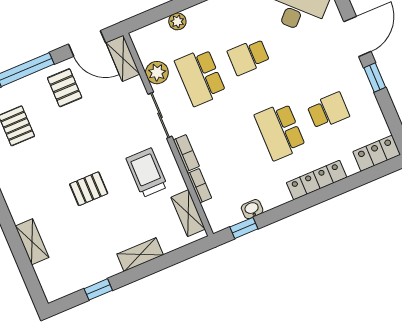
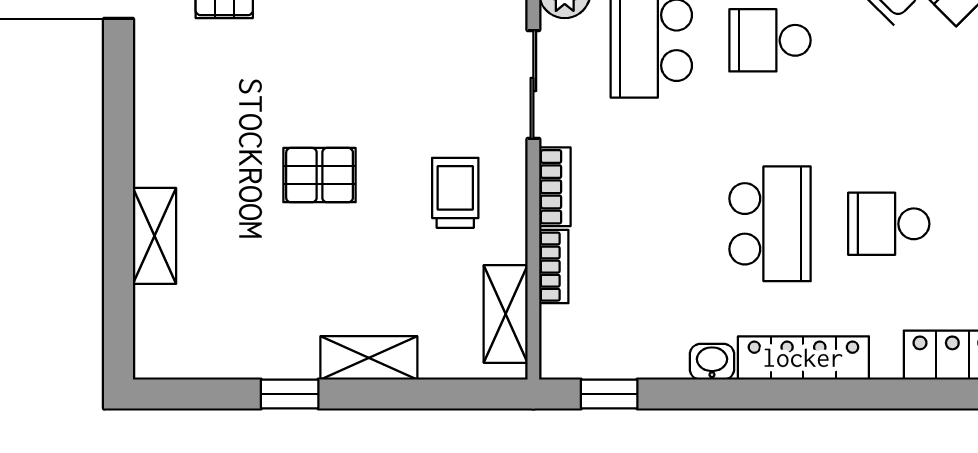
school desk: (328, 111) -> (889, 224), turned 180
school desk: (280, 131) -> (770, 224), turned 180
trolley: (147, 173) -> (455, 193), width x0.73, depth x0.72
washbasin: (252, 209) -> (712, 362), moved
window: (98, 289) -> (290, 394), moved

